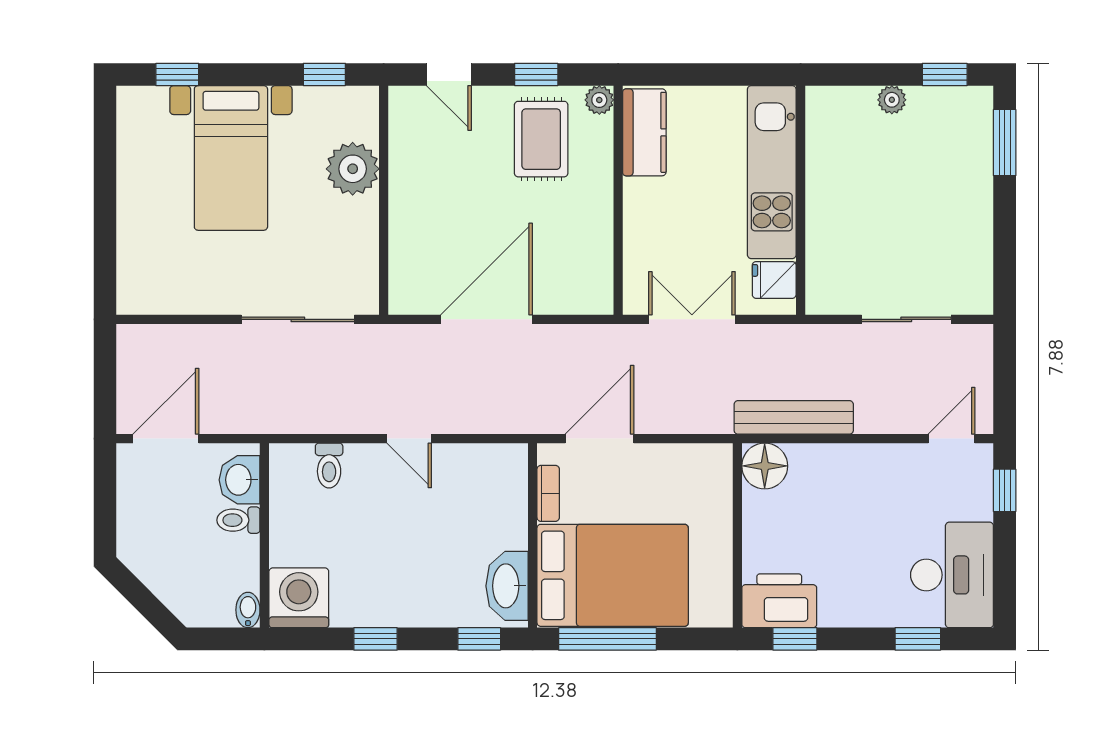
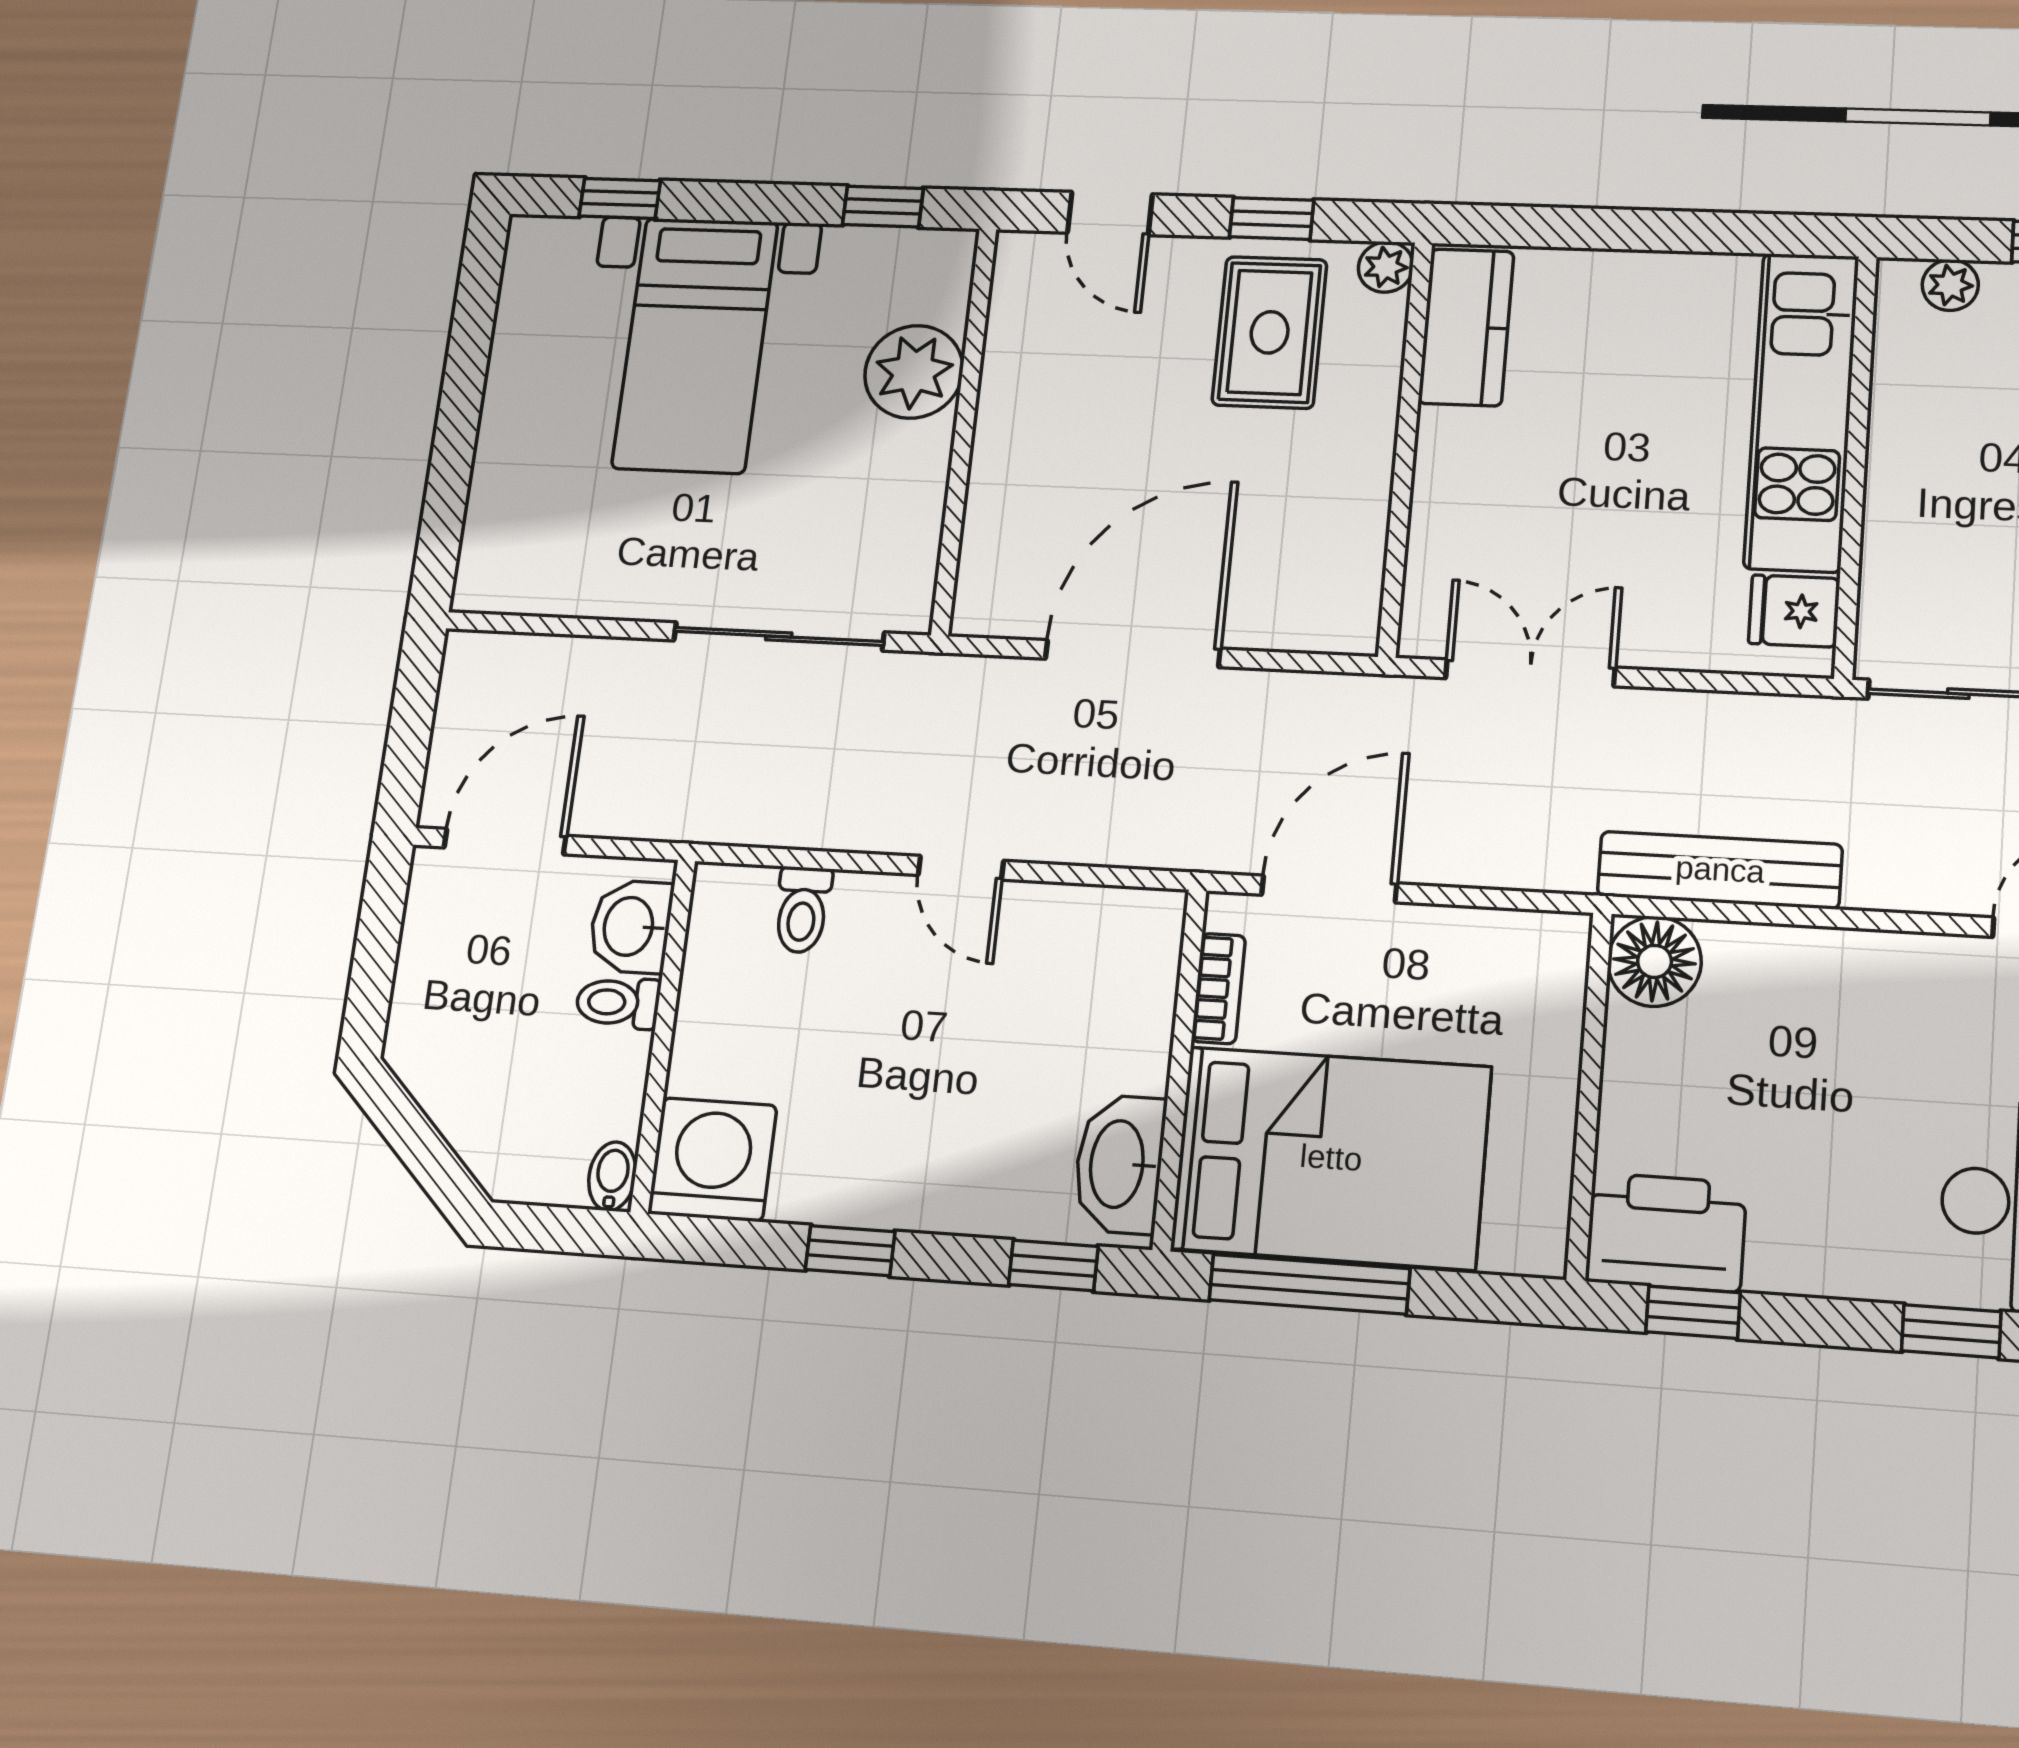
kitchen unit: (772, 172) -> (1802, 411), moved
wall: (801, 200) -> (1855, 465), moved
fridge: (774, 280) -> (1794, 611), moved

